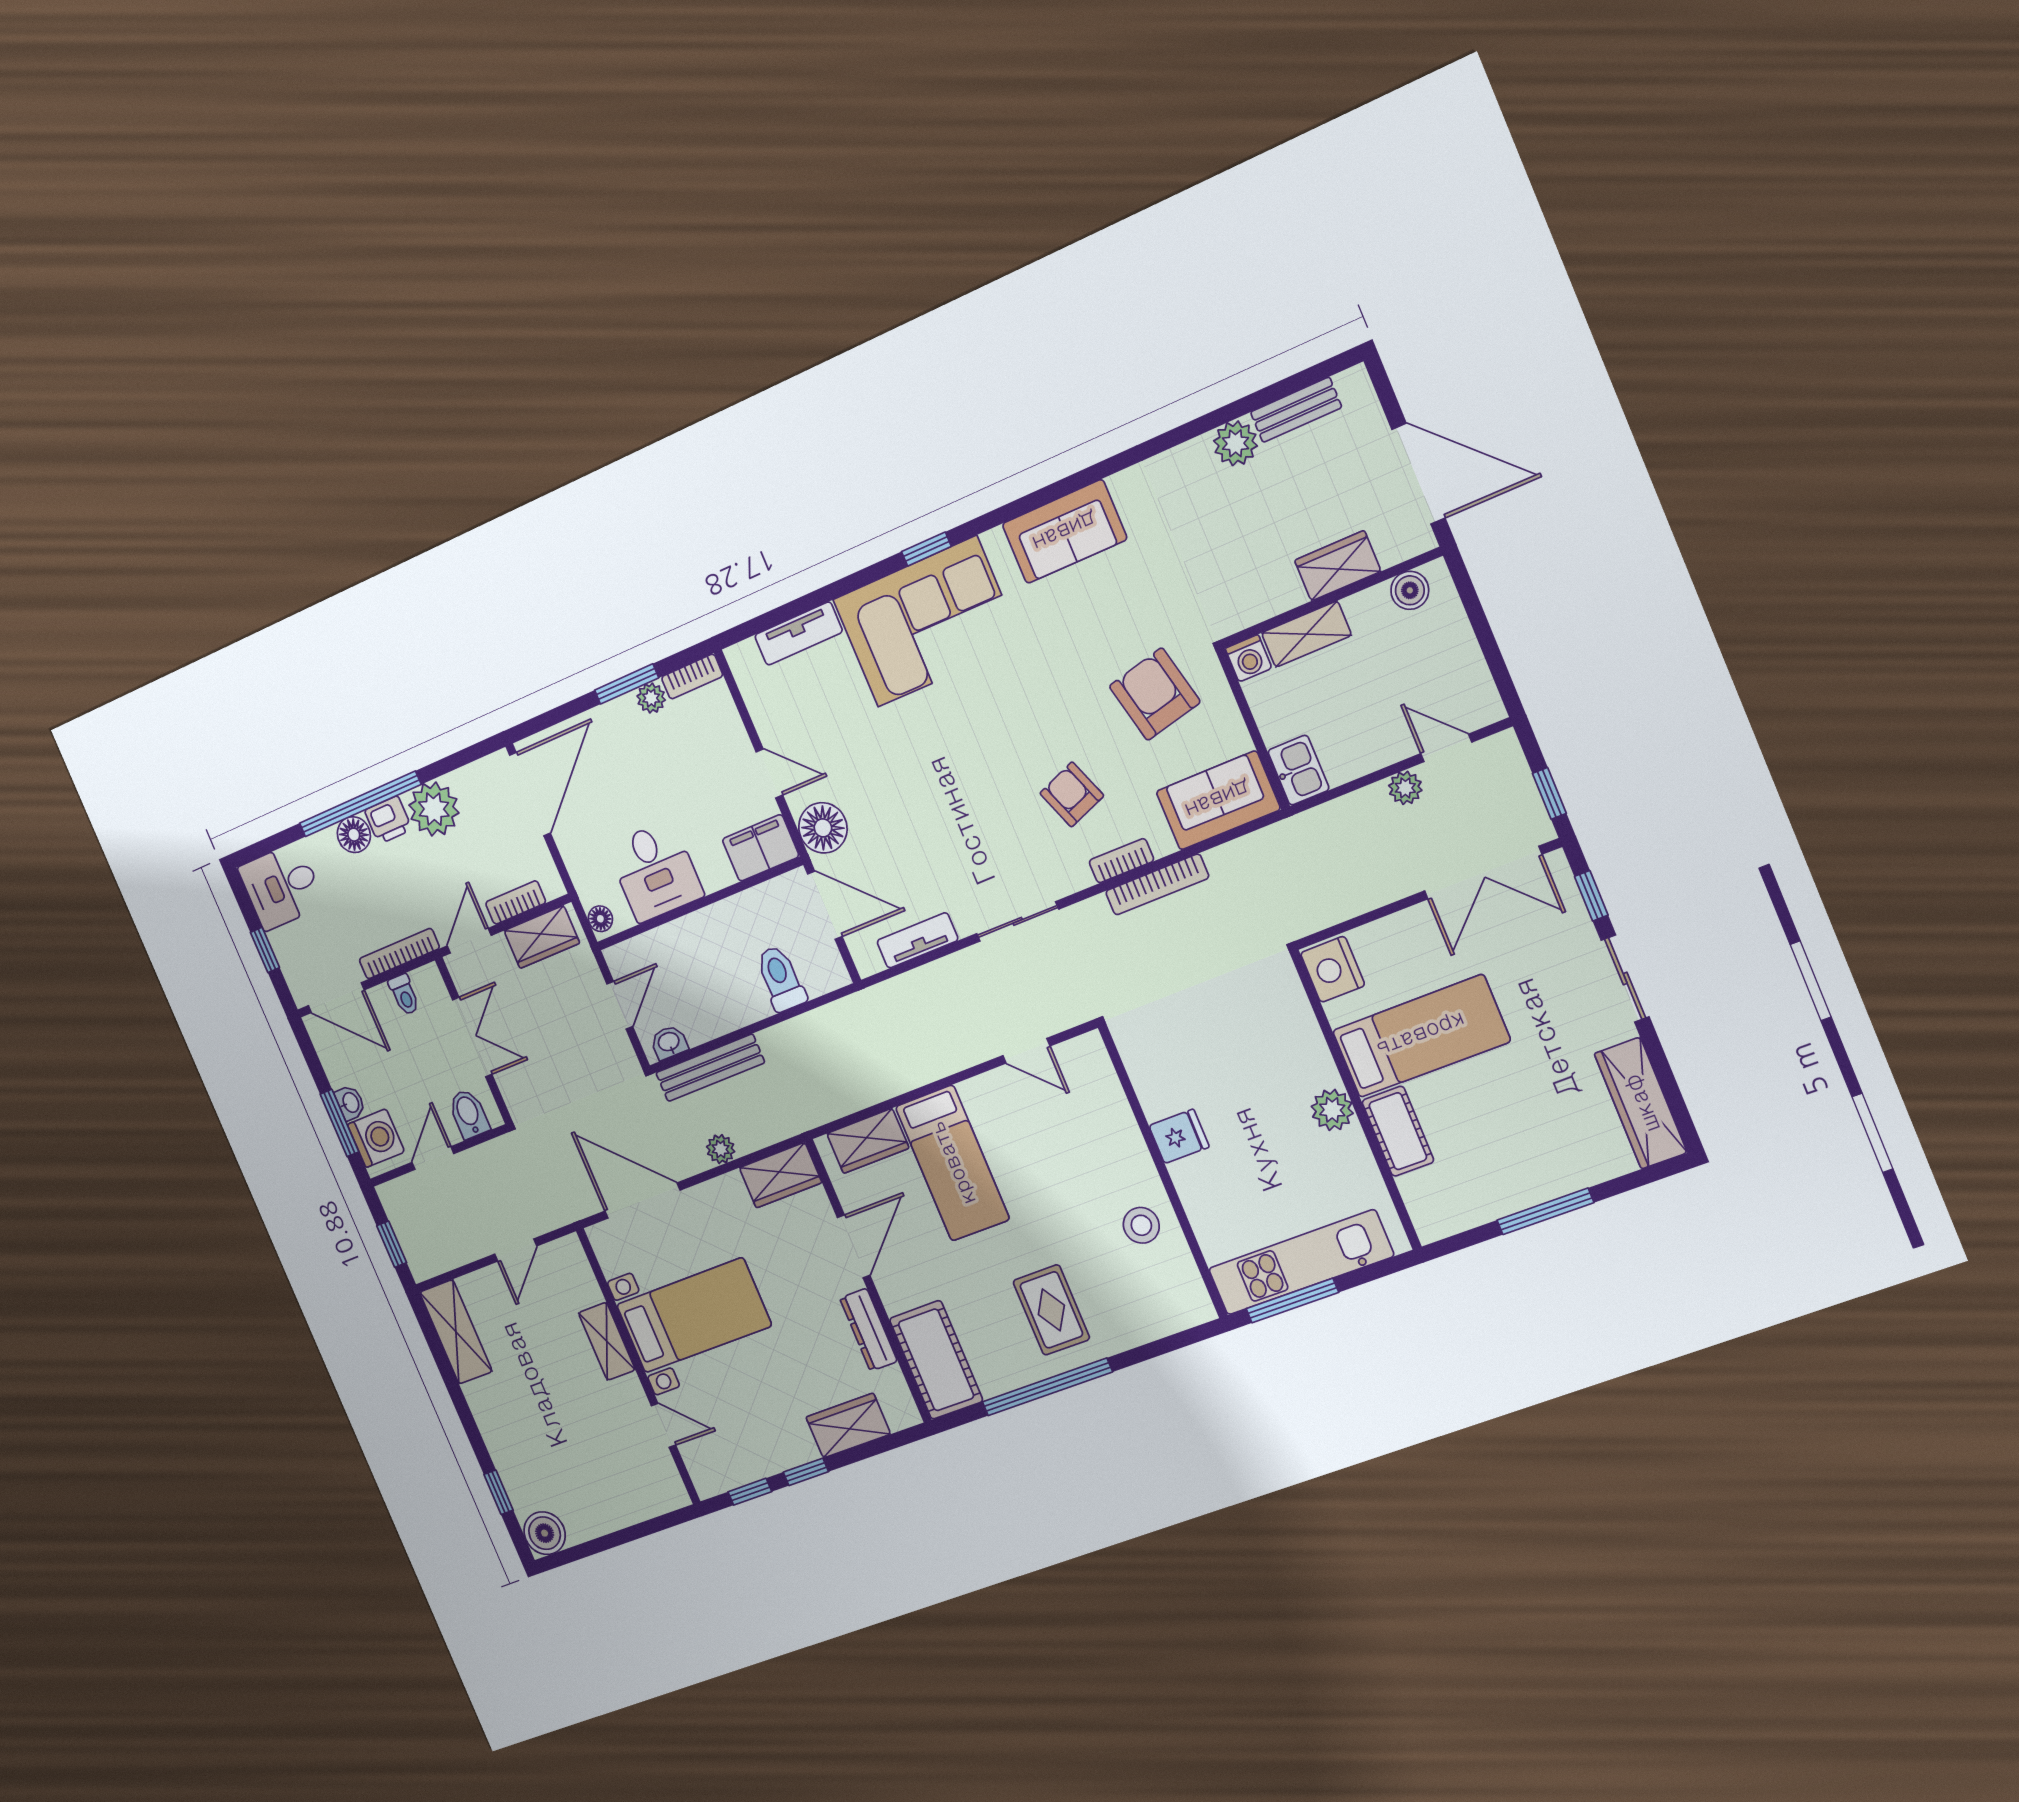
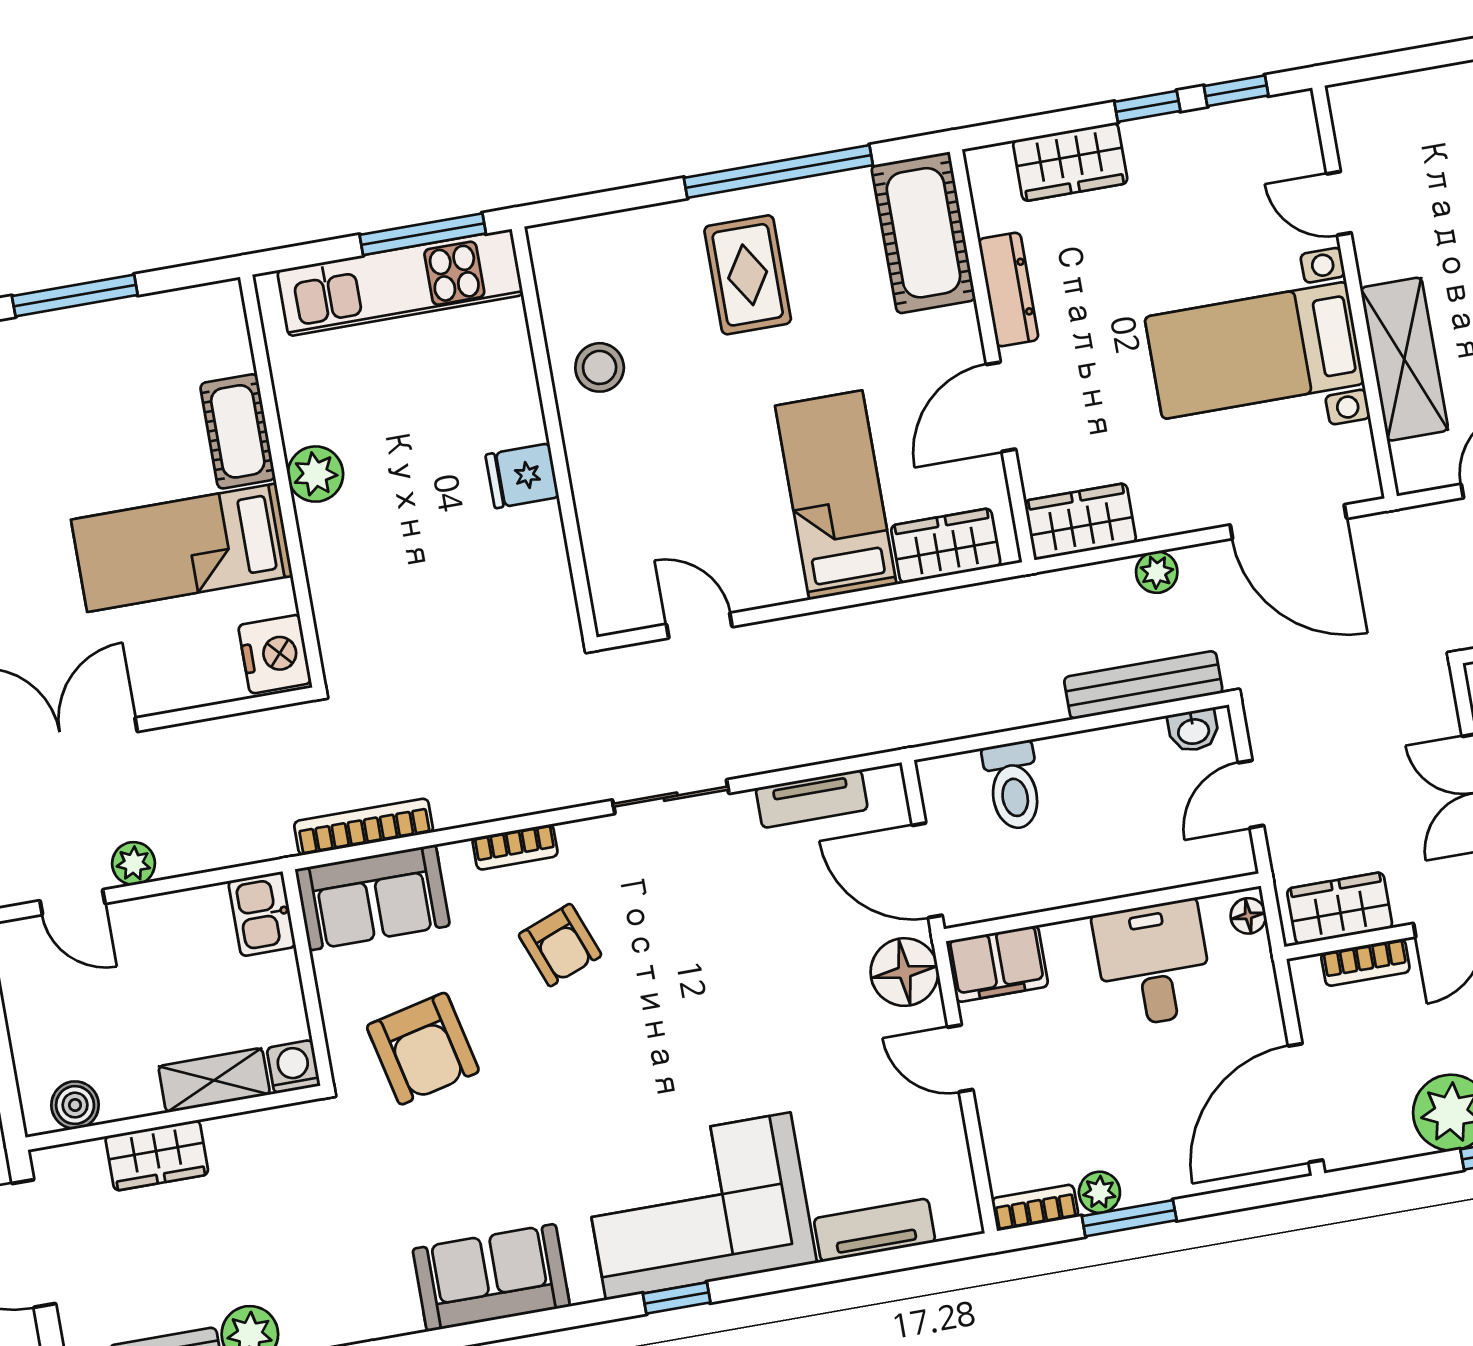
bookcase: (1157, 884) -> (364, 827), moved
shelving: (607, 1341) -> (1404, 359), width x1.50, depth x1.33

